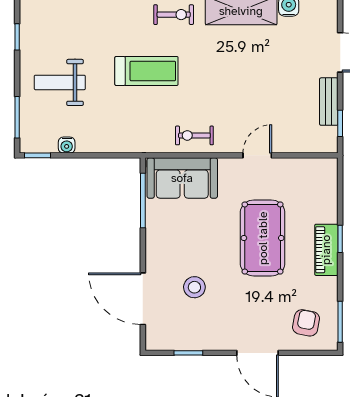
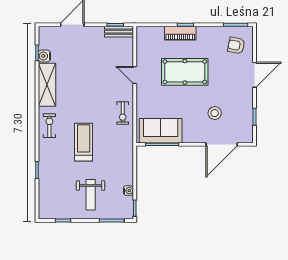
bench: (329, 102) -> (119, 32), moved
sofa: (182, 178) -> (161, 131), moved, turned -90
piano: (326, 250) -> (180, 33), moved

